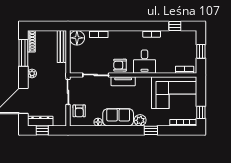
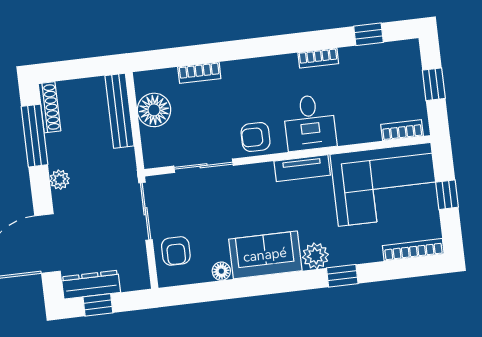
floor lamp: (77, 38) -> (154, 110), moved
tv unit: (123, 81) -> (302, 168), moved
window: (201, 112) -> (447, 195), moved

